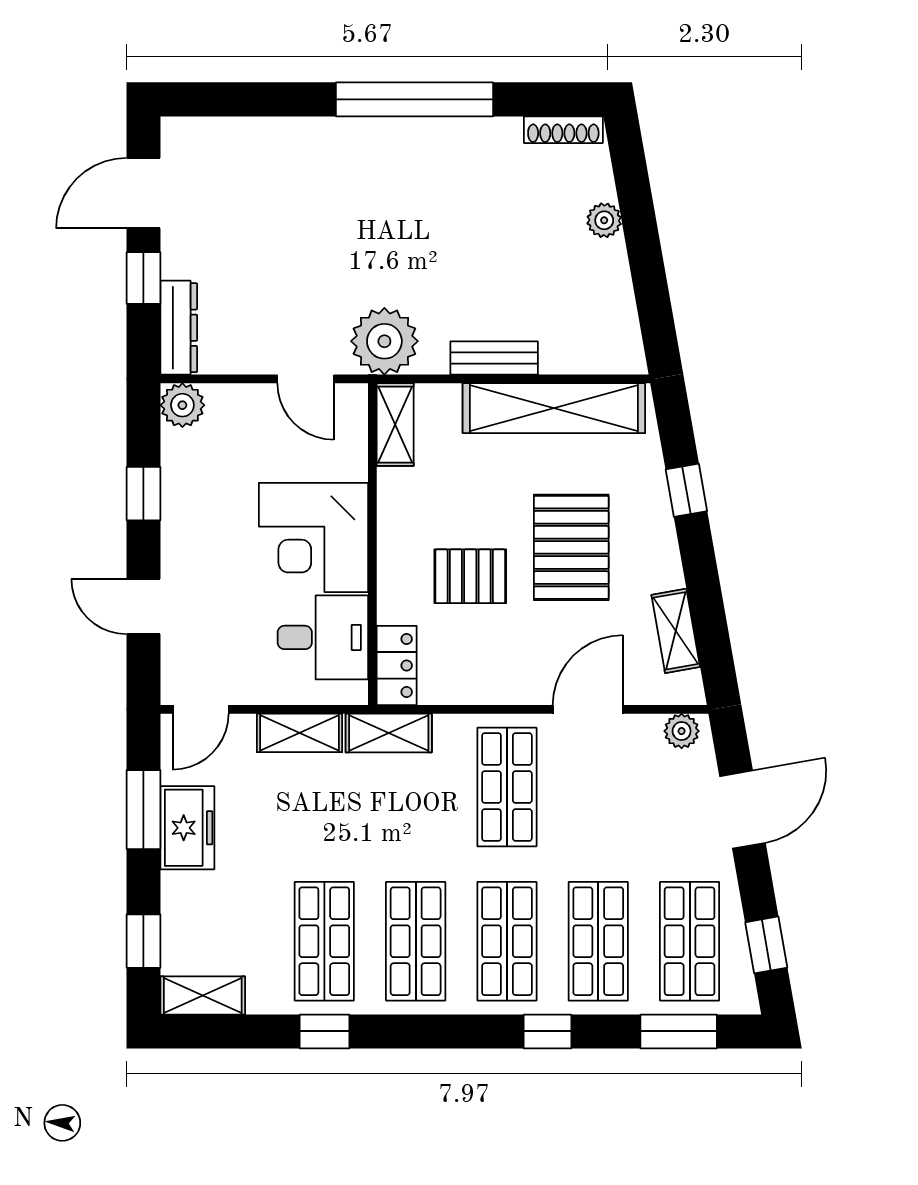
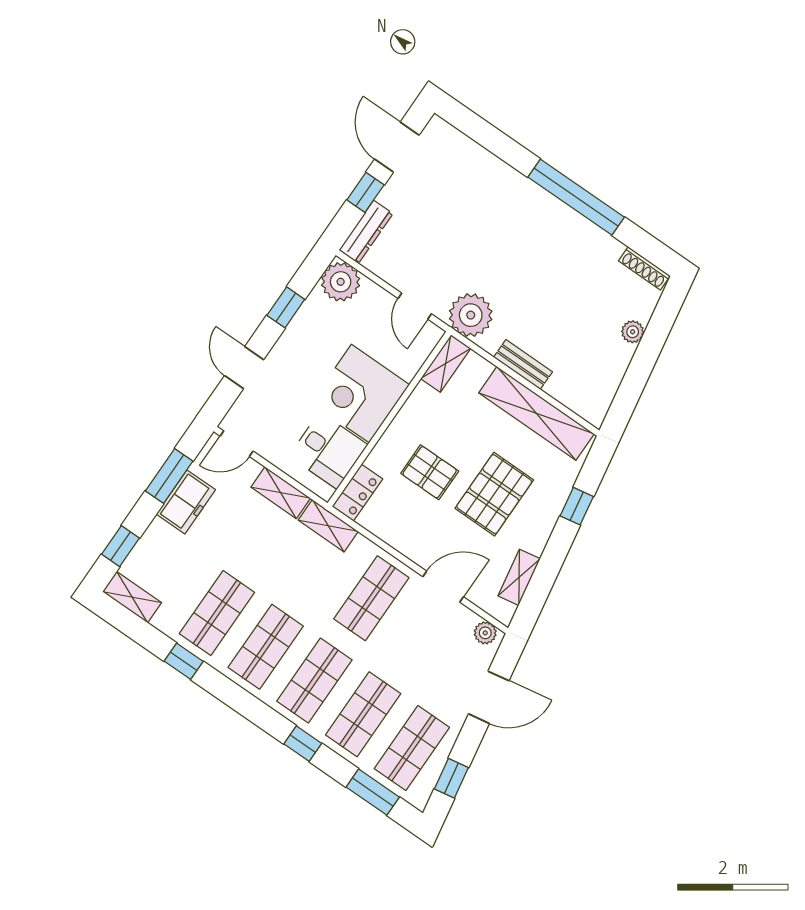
door: (143, 193) -> (397, 147), hinge flipped
plant: (182, 405) -> (341, 282), width x1.36, depth x1.36

